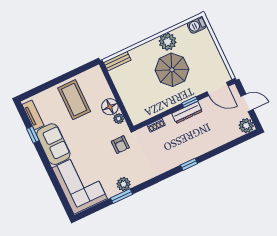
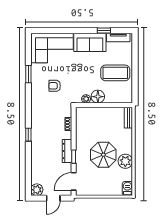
armchair: (120, 145) -> (55, 86), moved
plant: (124, 184) -> (36, 80), removed

